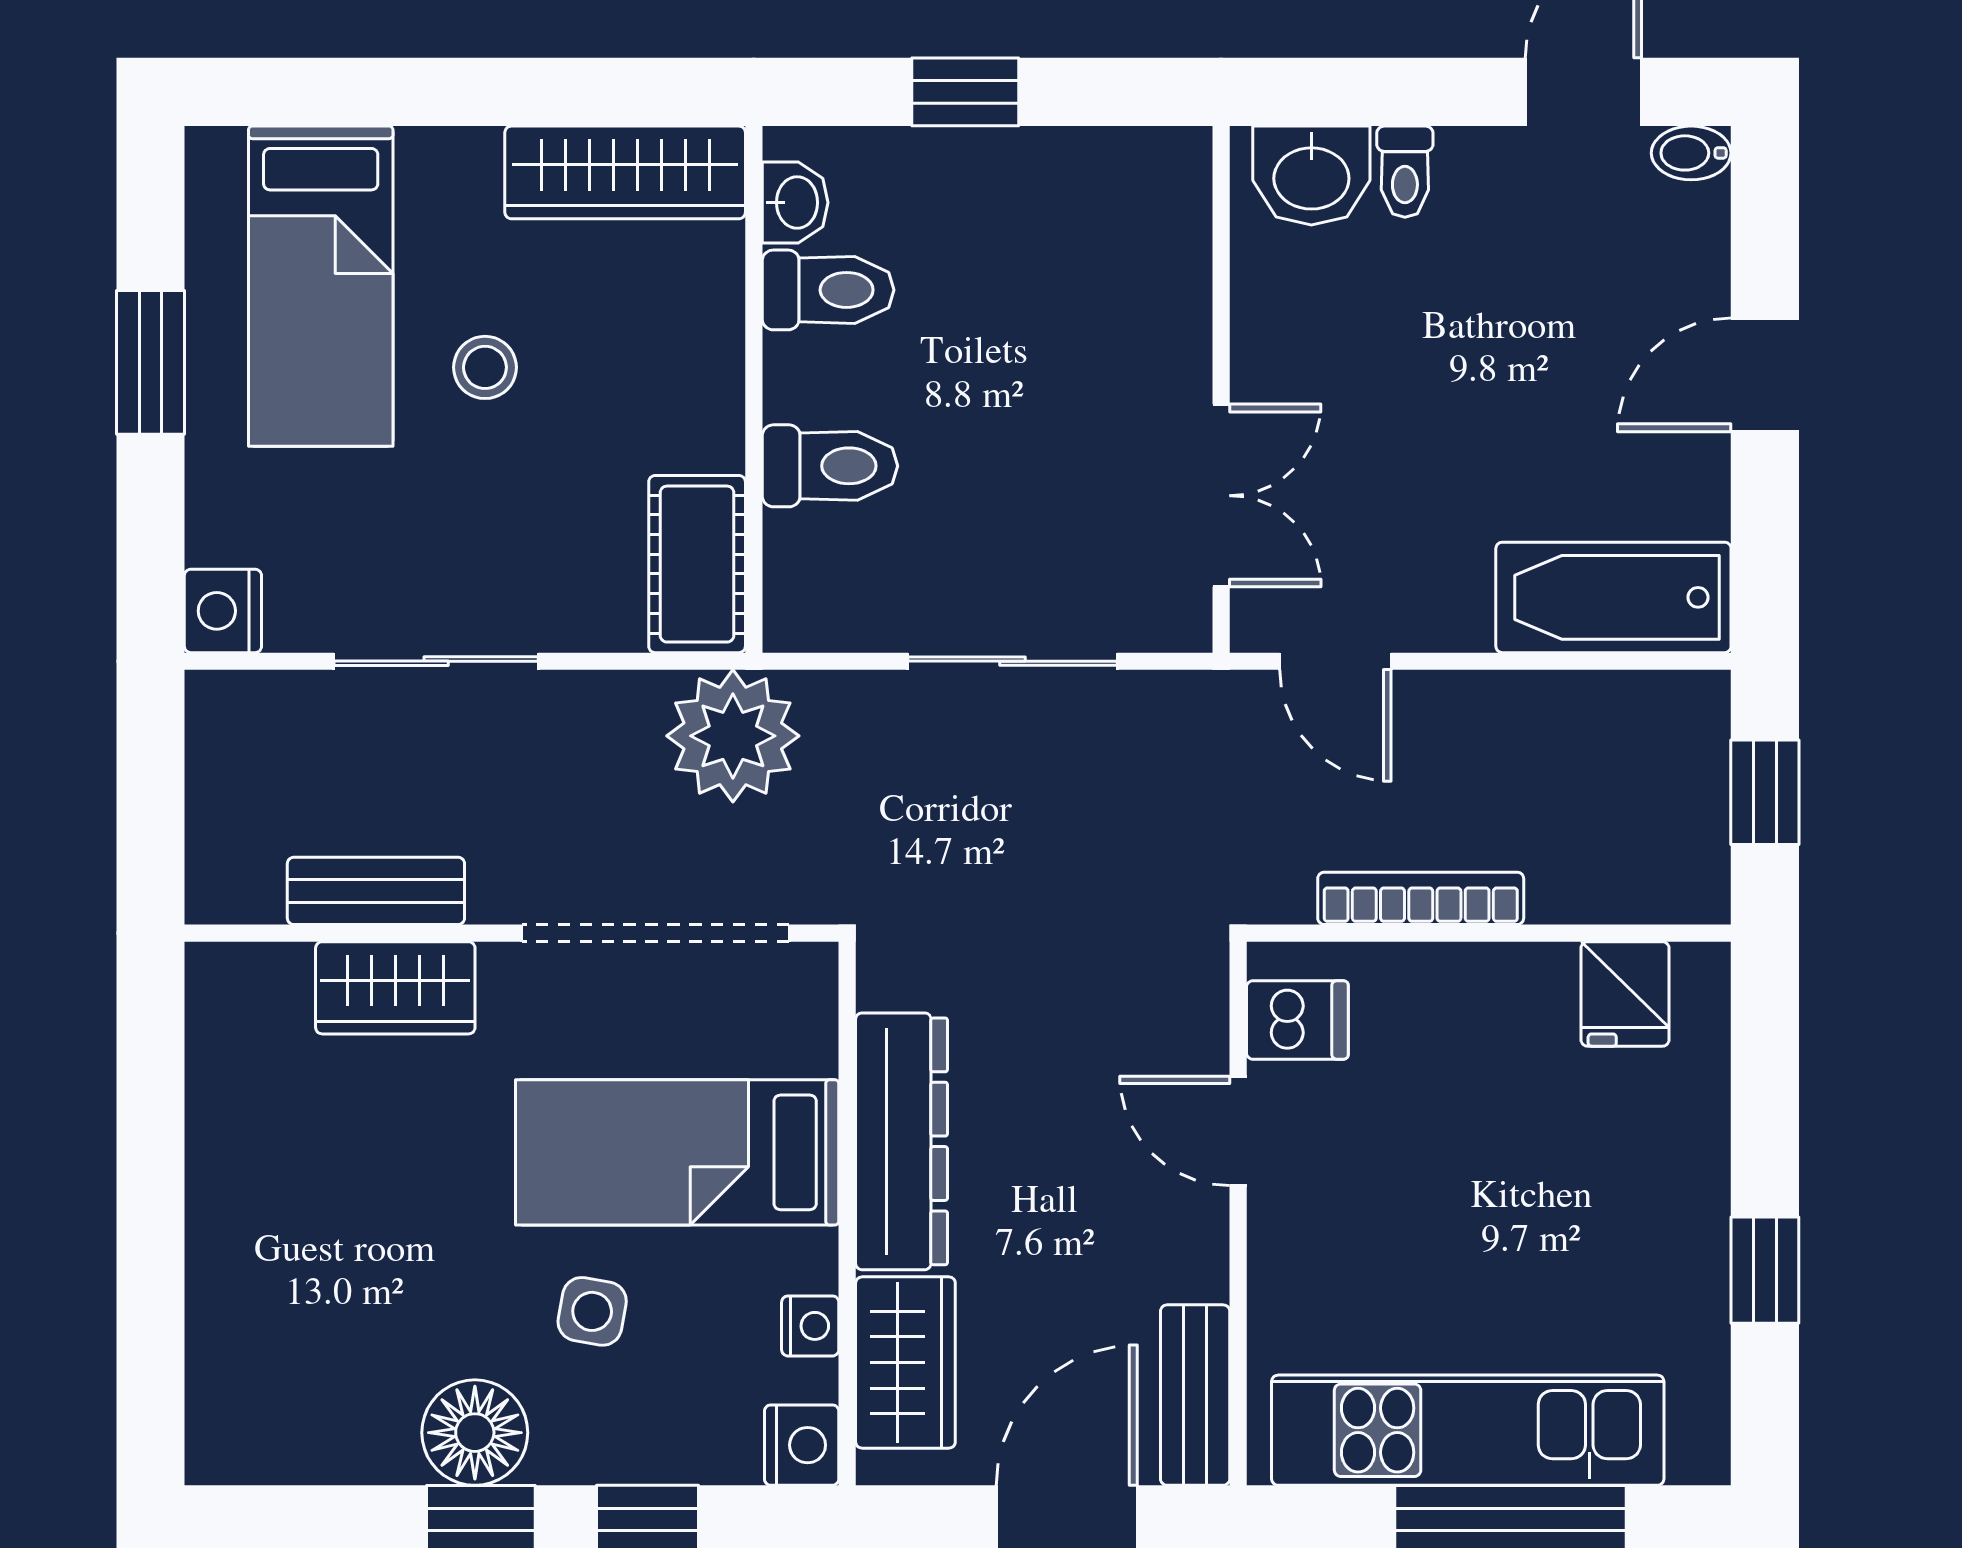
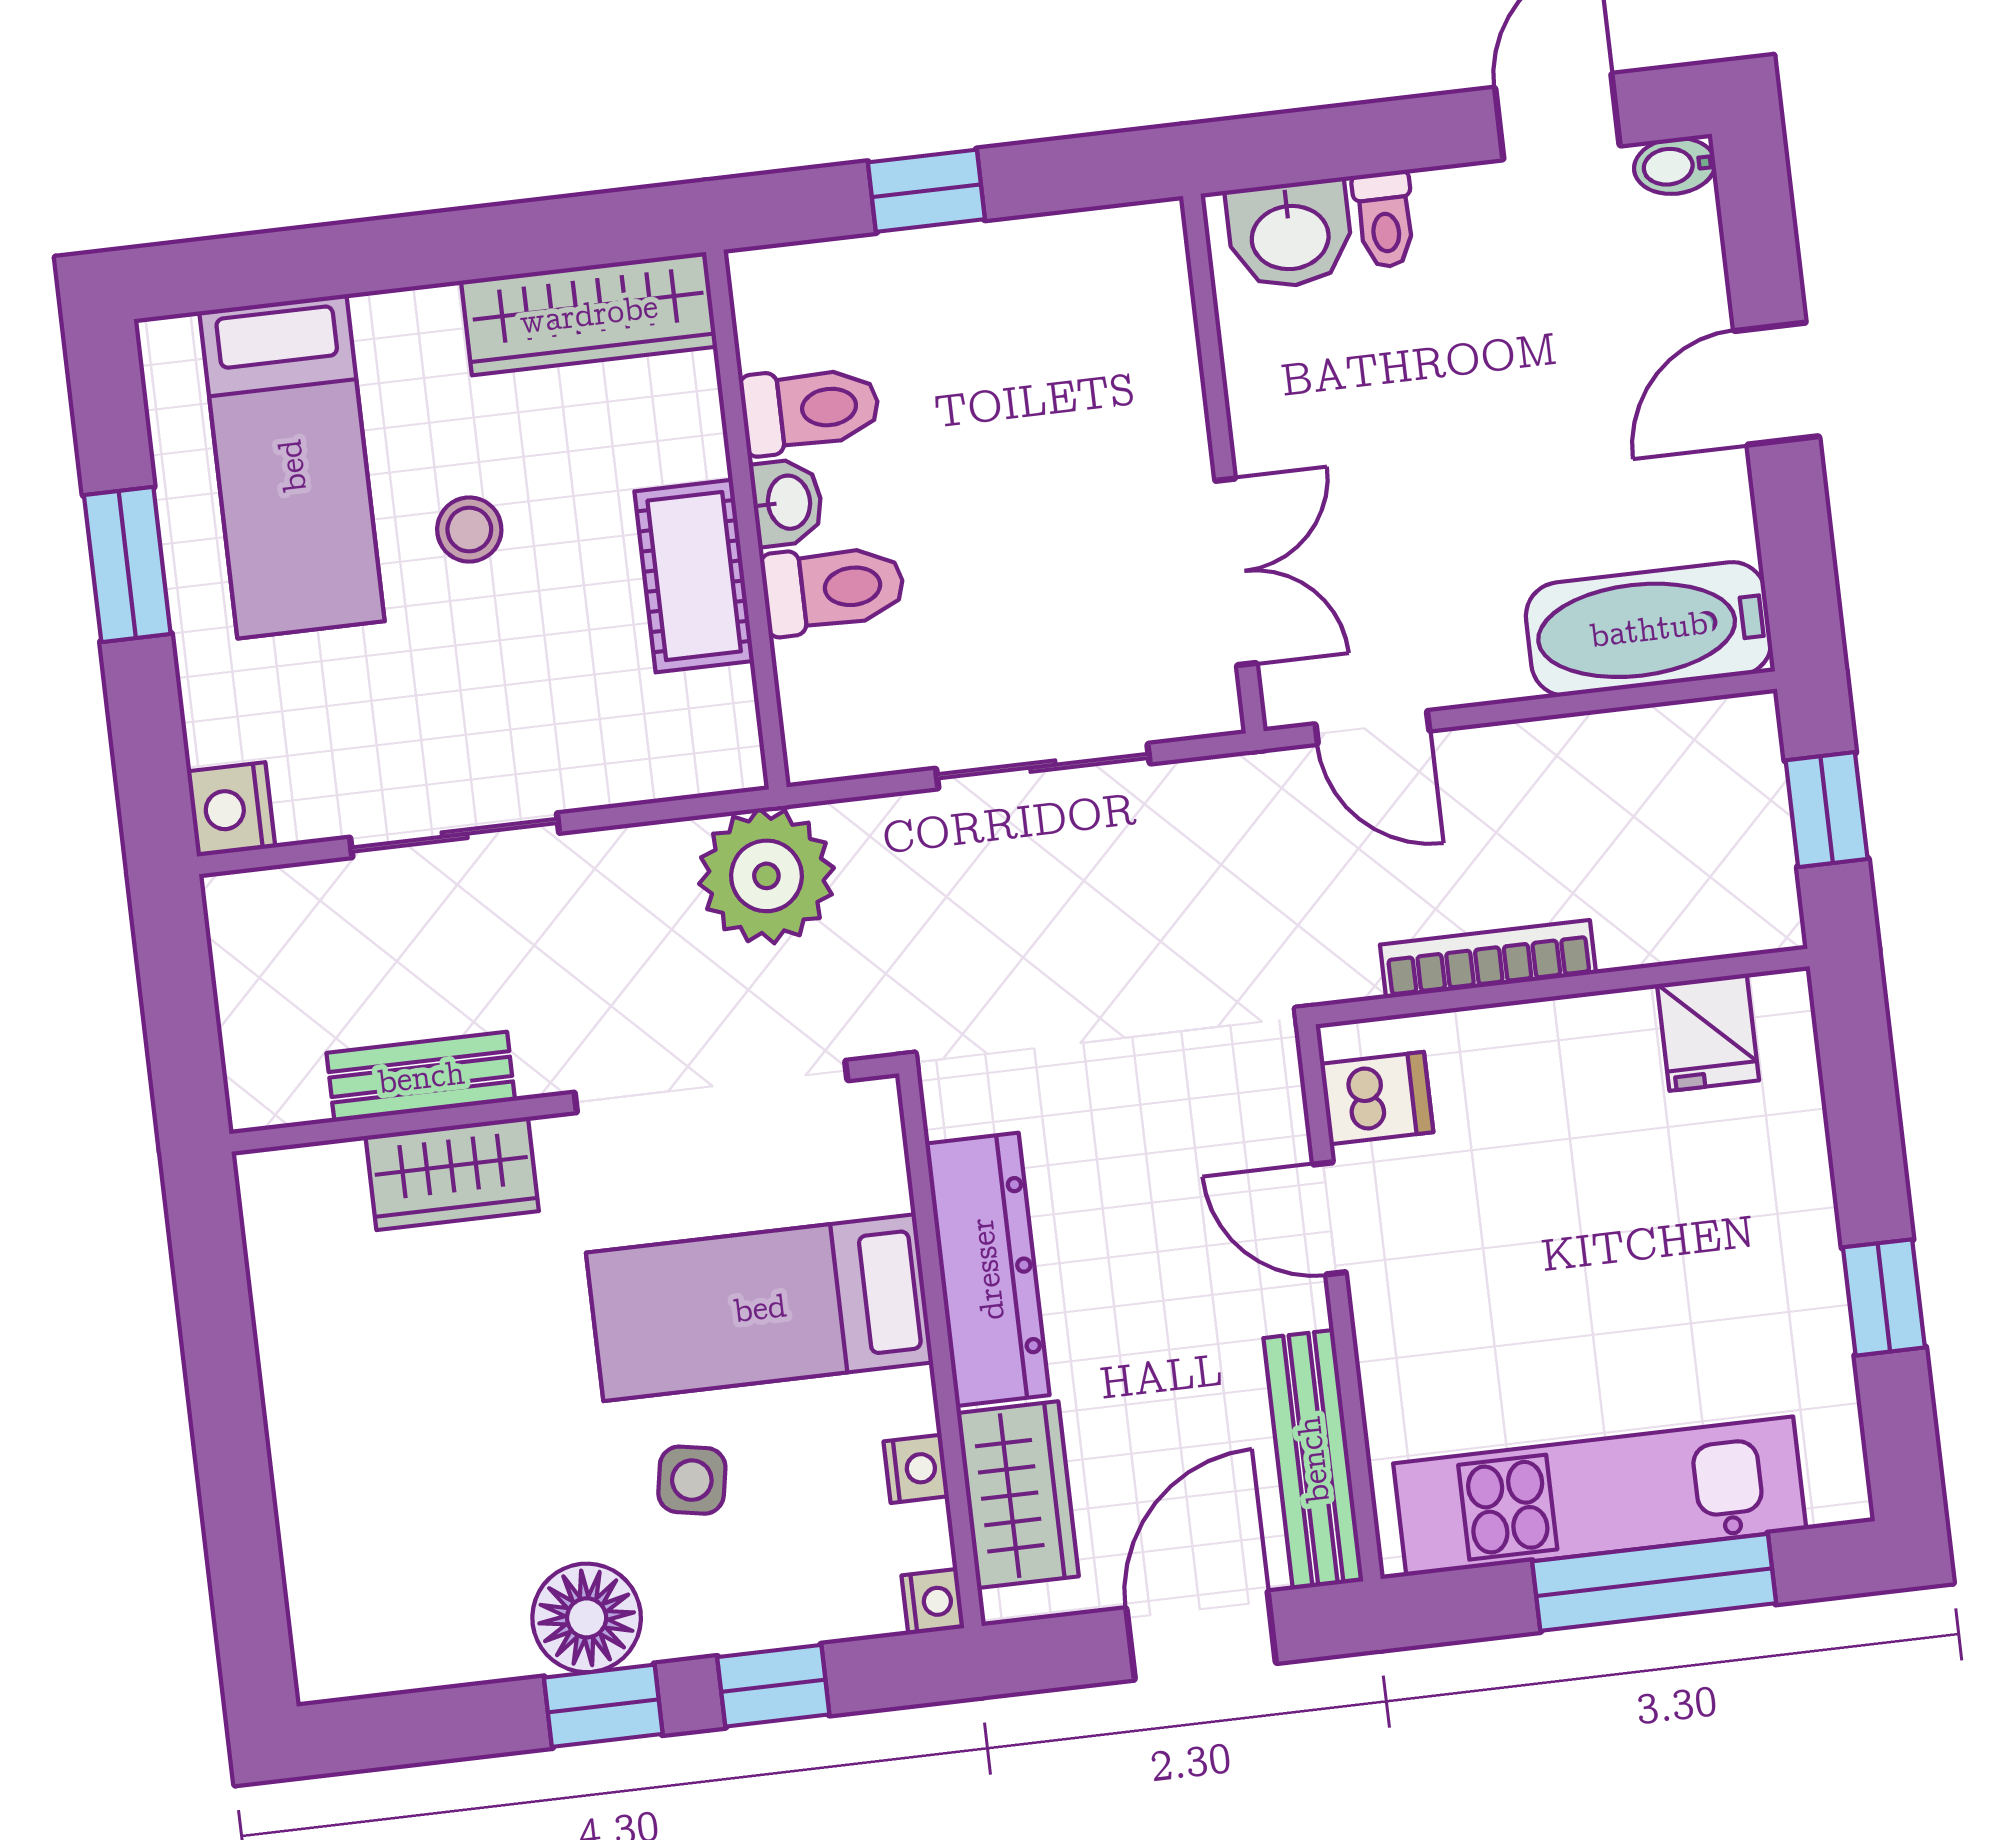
washbasin: (795, 203) -> (787, 502), moved
cot: (697, 564) -> (694, 576), moved
bench: (1195, 1395) -> (1313, 1460), width x1.36
nightstand: (802, 1445) -> (933, 1602), width x0.72, depth x0.74

